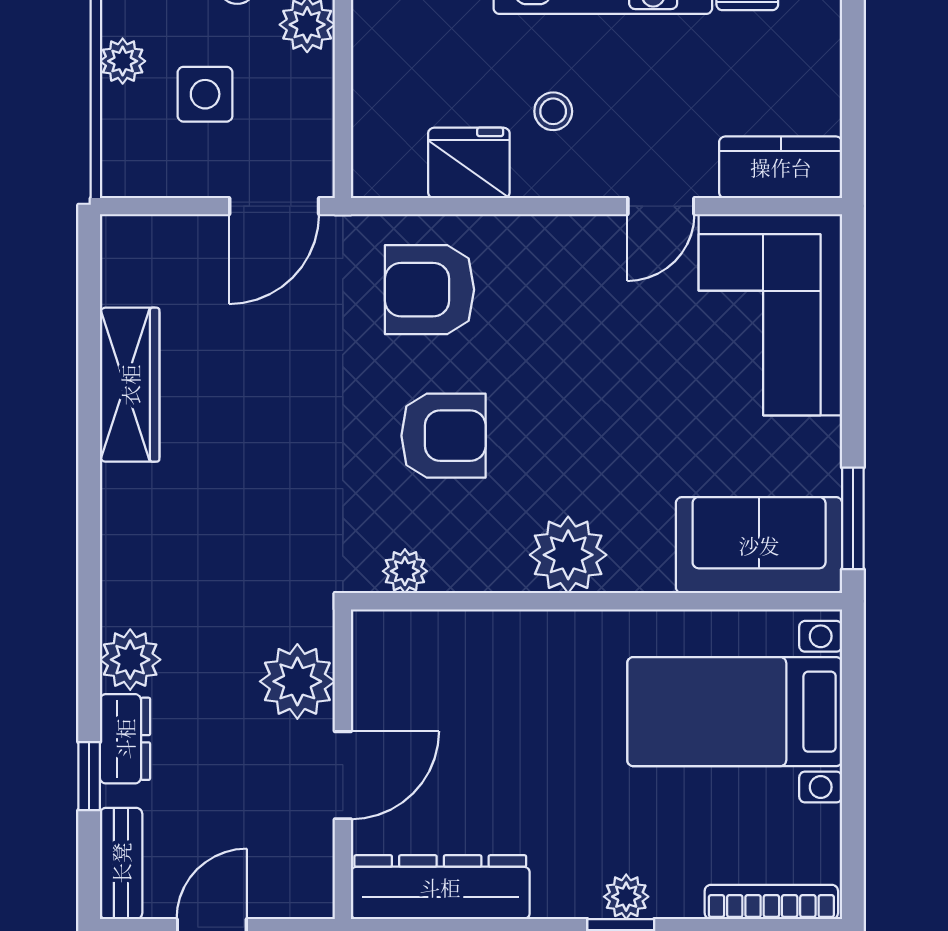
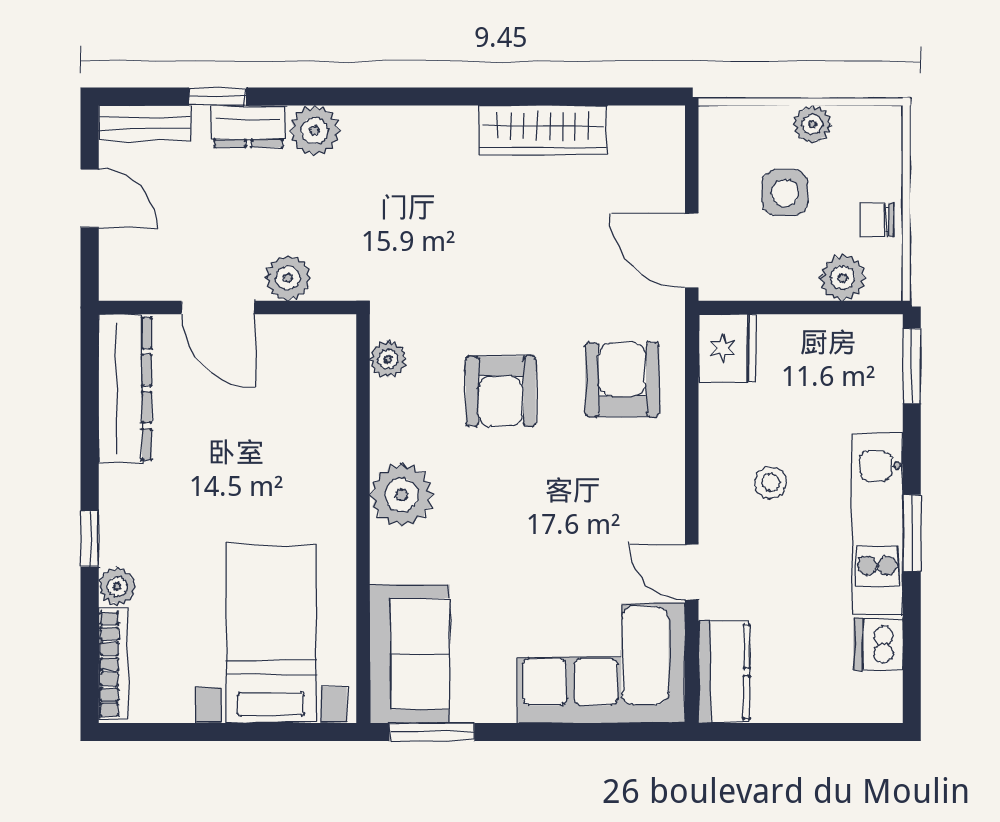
fridge: (469, 163) -> (728, 348), moved
plant: (297, 681) -> (288, 278), width x0.73, depth x0.73
plant: (626, 897) -> (117, 586), moved

